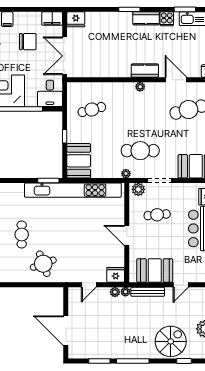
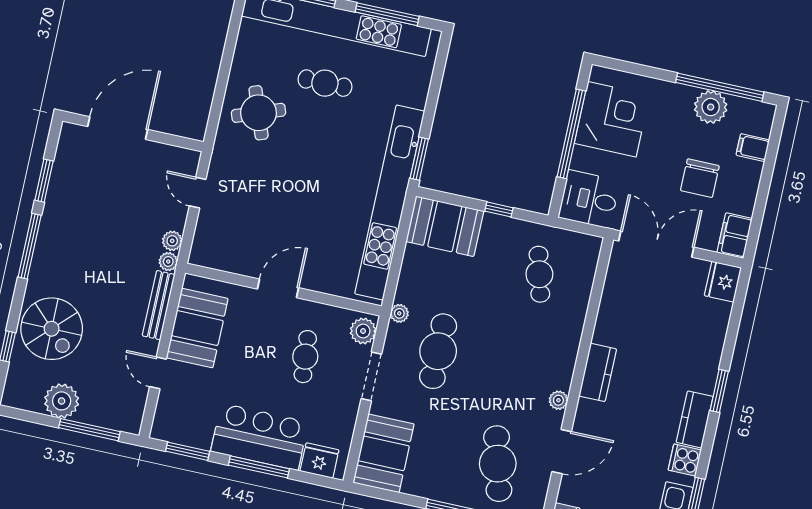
kitchen counter: (145, 71) -> (598, 372), moved
plant: (140, 87) -> (558, 400), moved
fridge: (116, 275) -> (206, 250), removed

